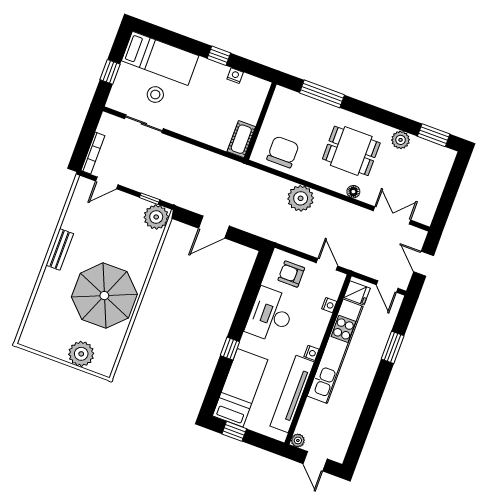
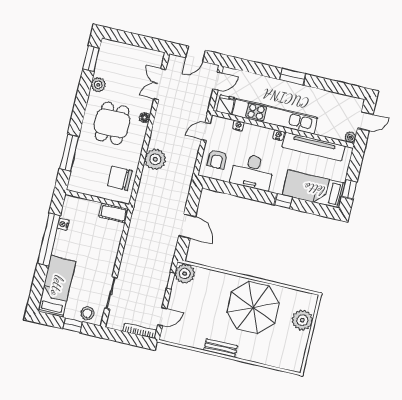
window: (219, 56) -> (49, 239), width x3.17
stool: (155, 95) -> (87, 313), moved
door: (107, 183) -> (162, 317), hinge flipped
window: (393, 347) -> (293, 77), moved

